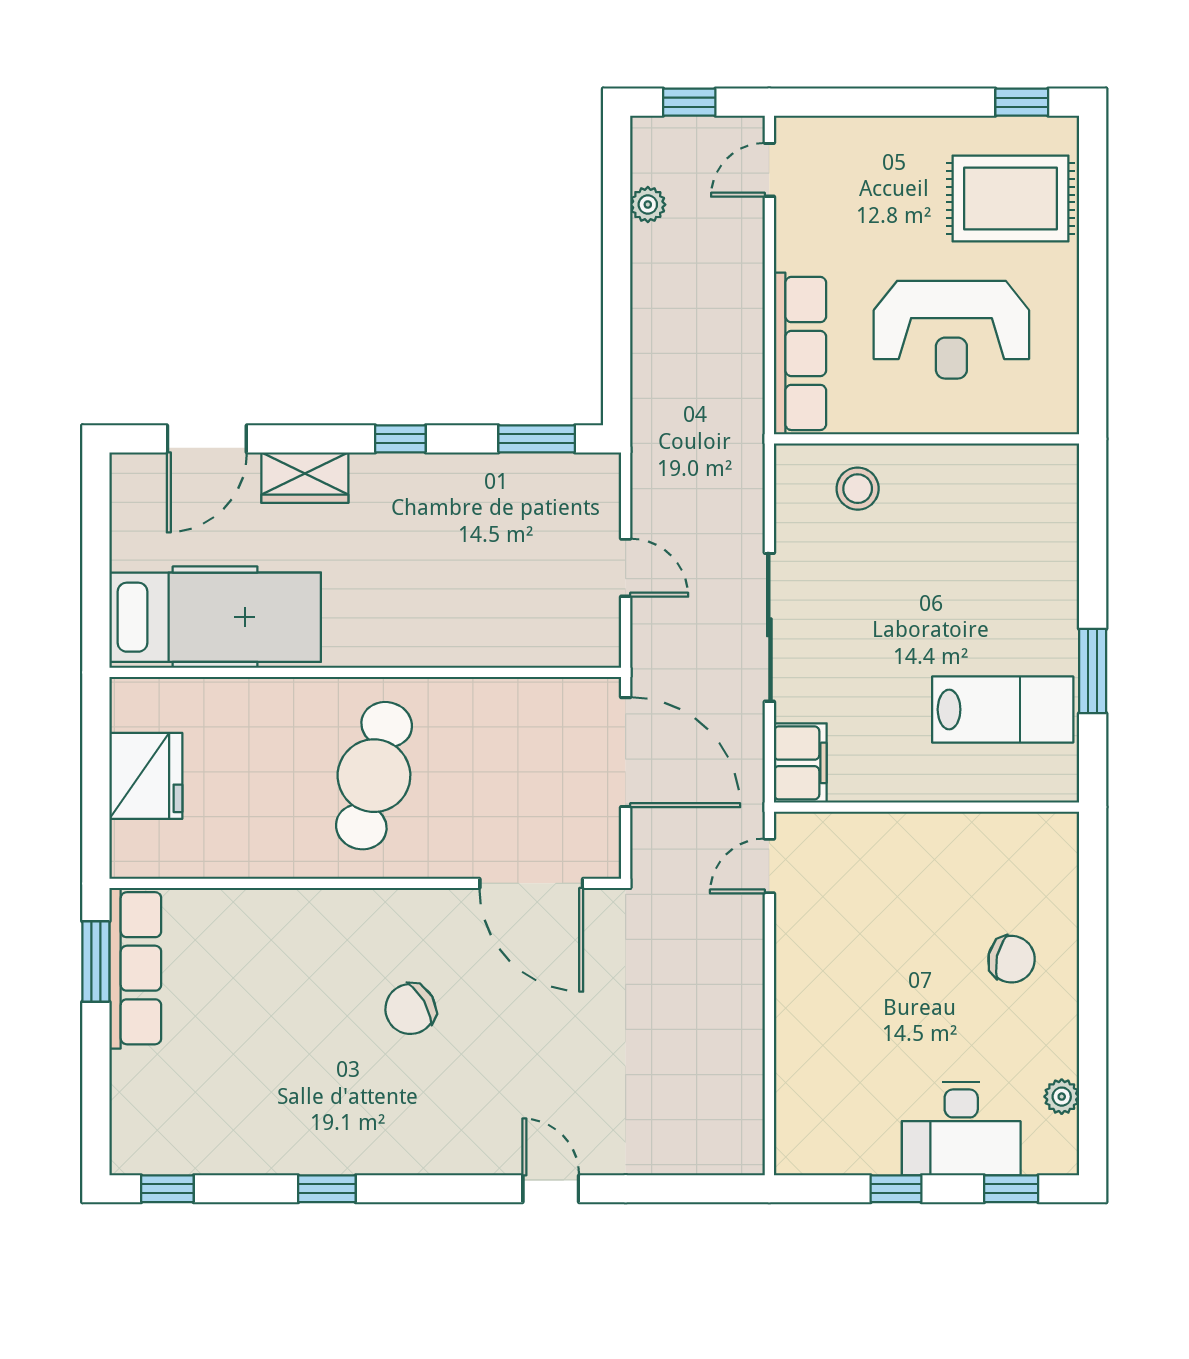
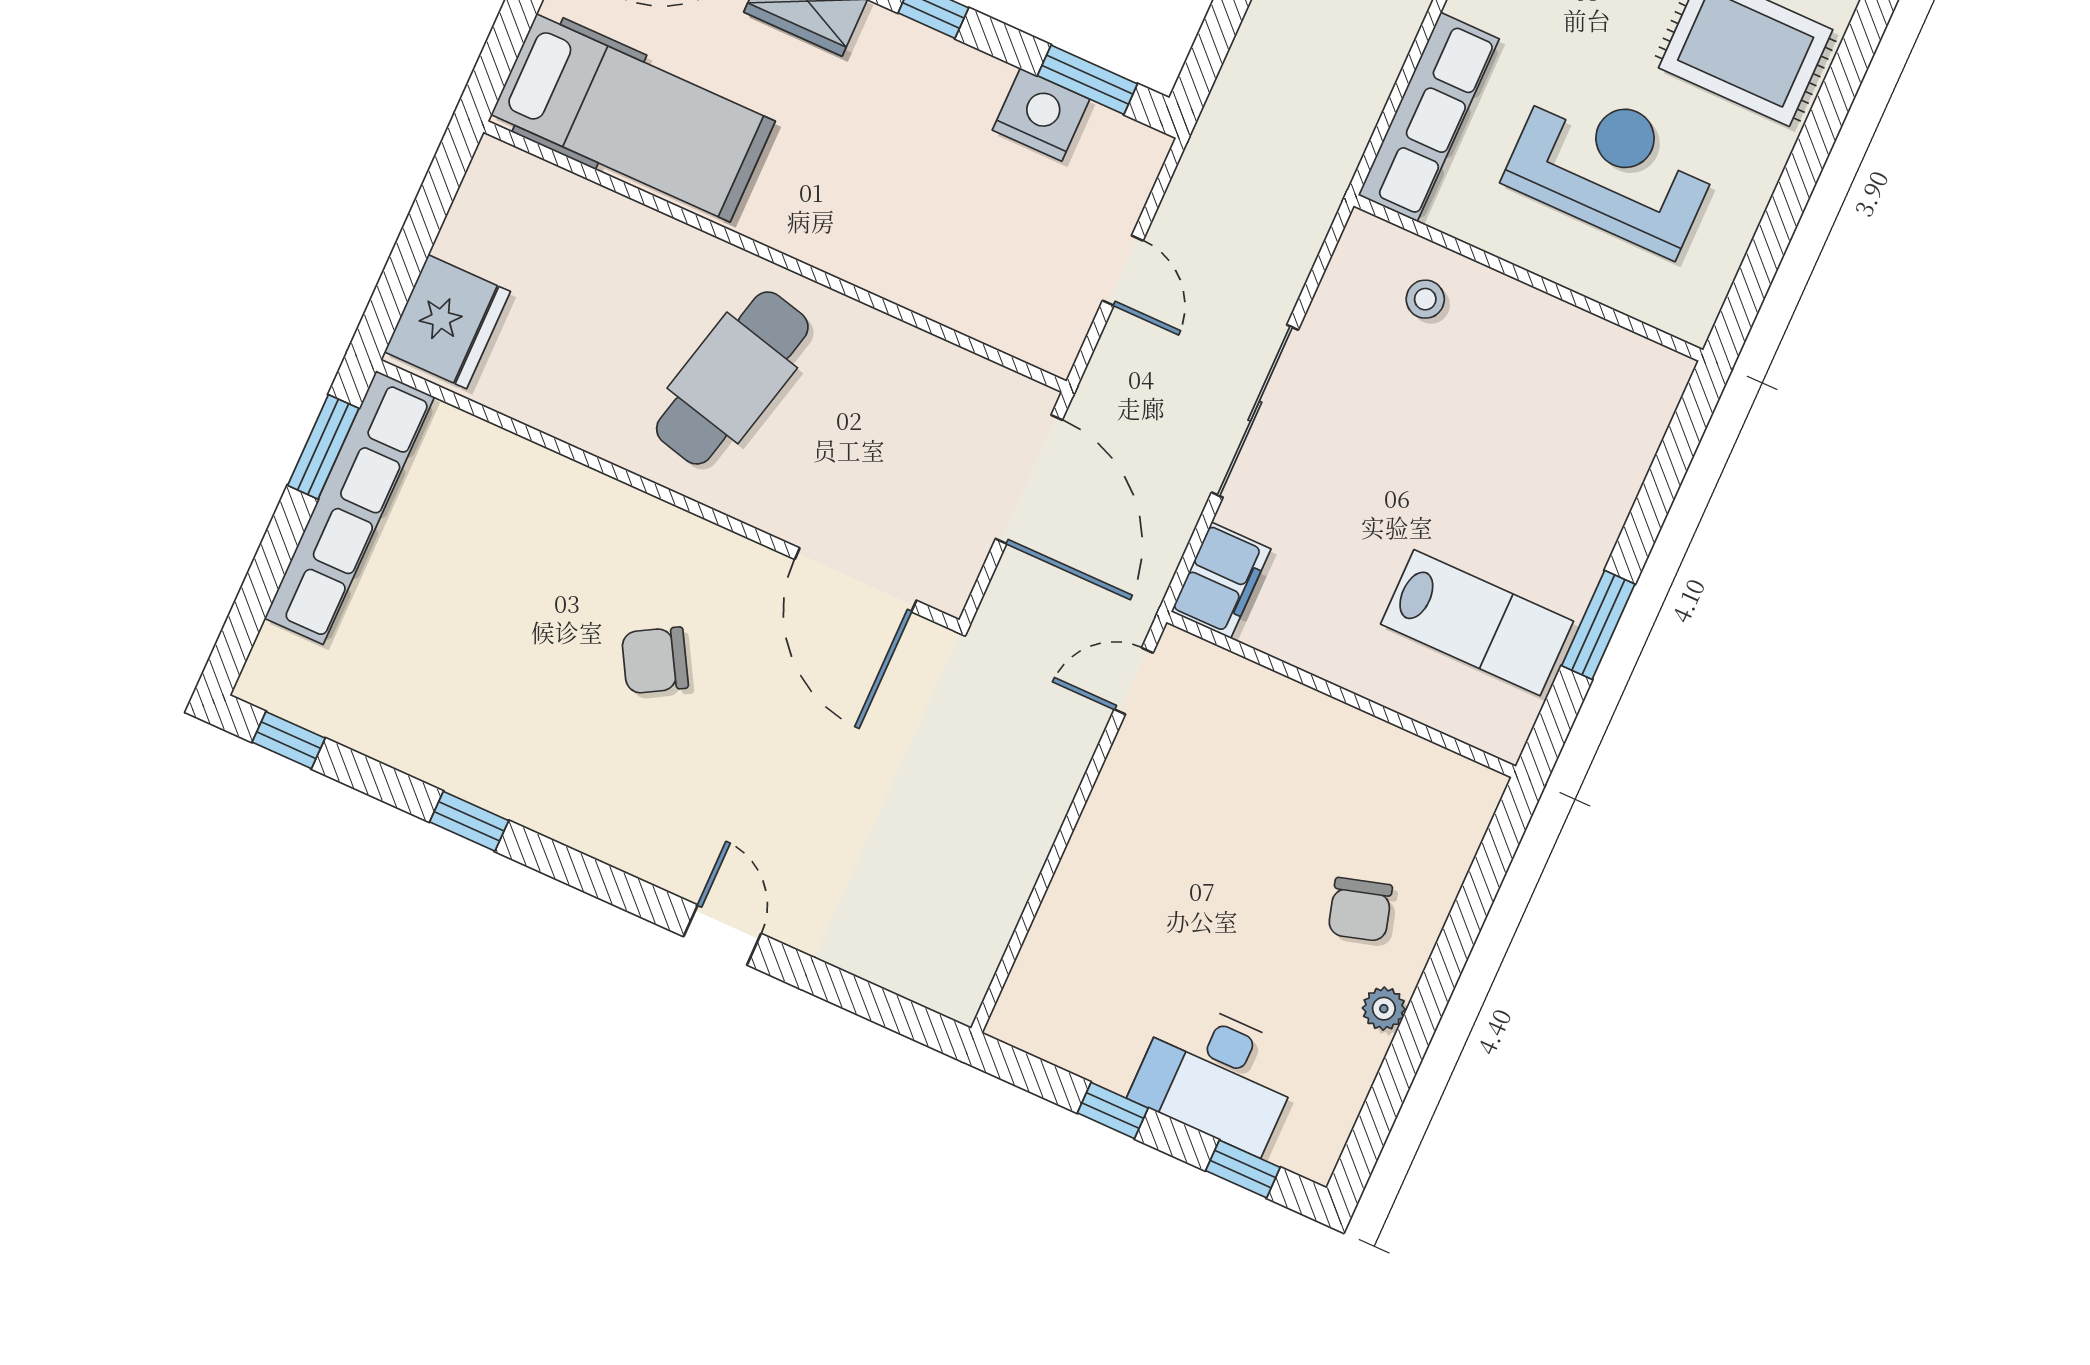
reception desk: (951, 330) -> (1612, 167), turned 180
nightstand: (514, 480) -> (1041, 115), added
stool: (858, 489) -> (1425, 299), width x0.73, depth x0.73
fridge: (146, 776) -> (447, 322), moved
chair: (1011, 959) -> (1360, 910), turned 61
row of seats: (135, 968) -> (350, 508), width x1.36
plant: (1062, 1097) -> (1384, 1009), moved

